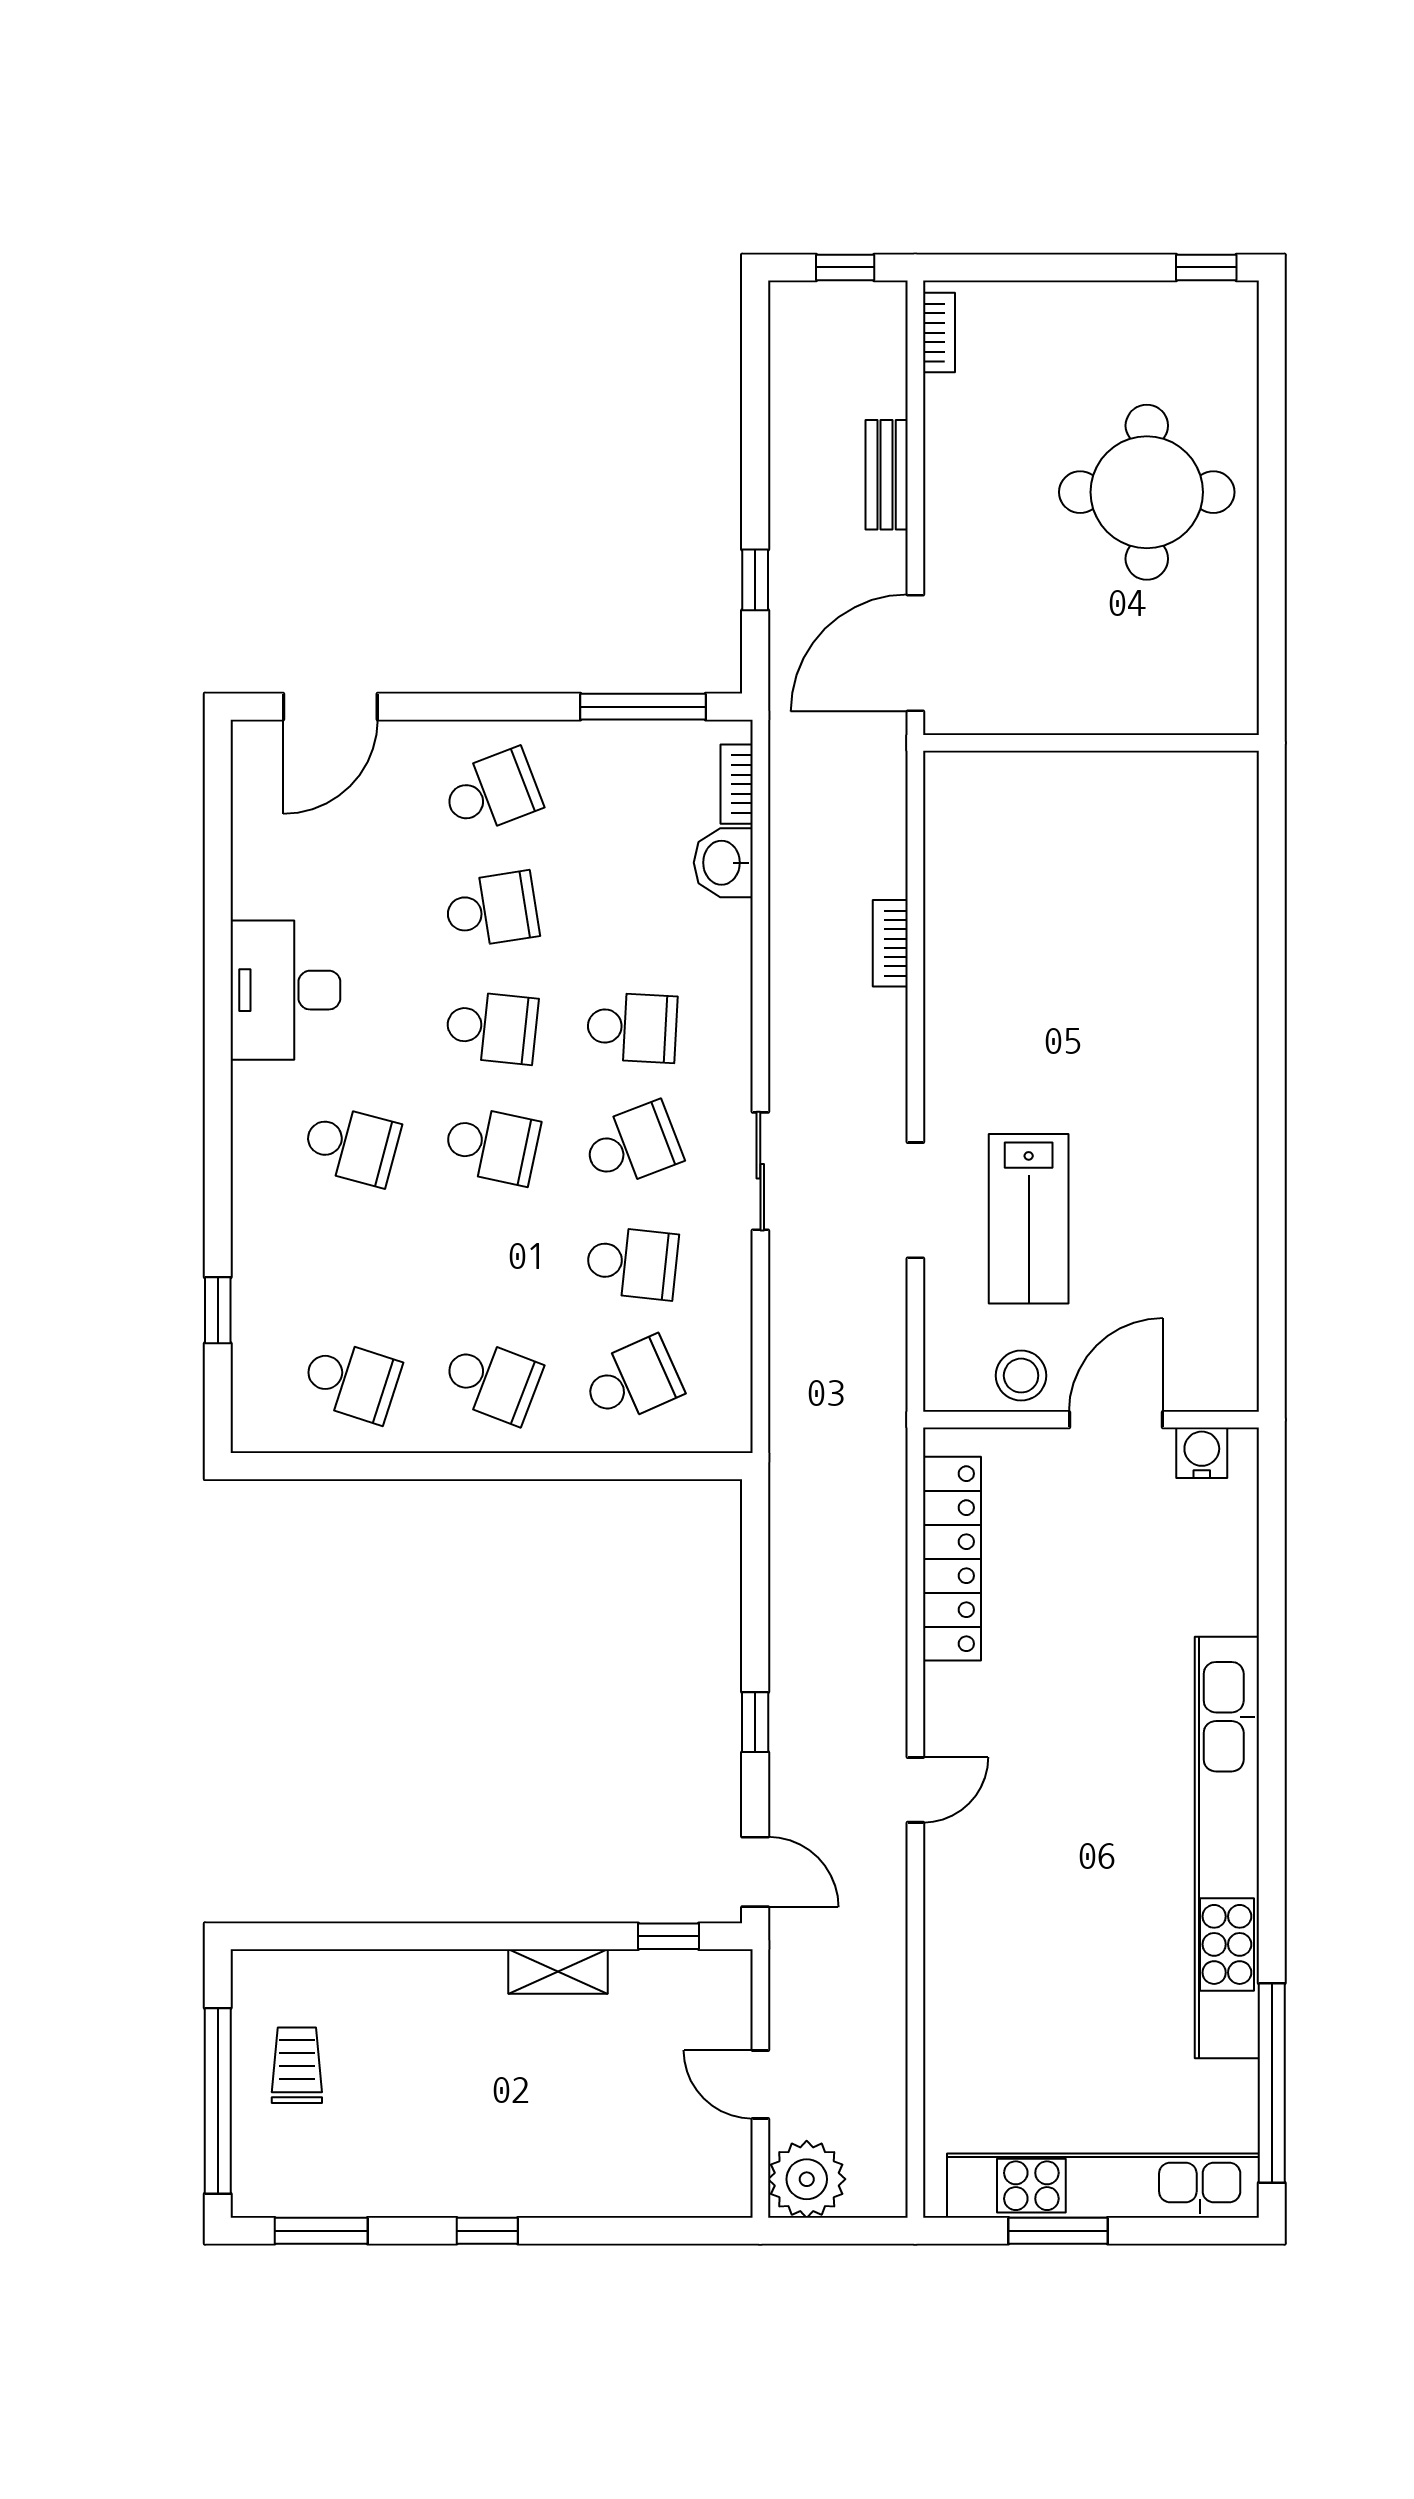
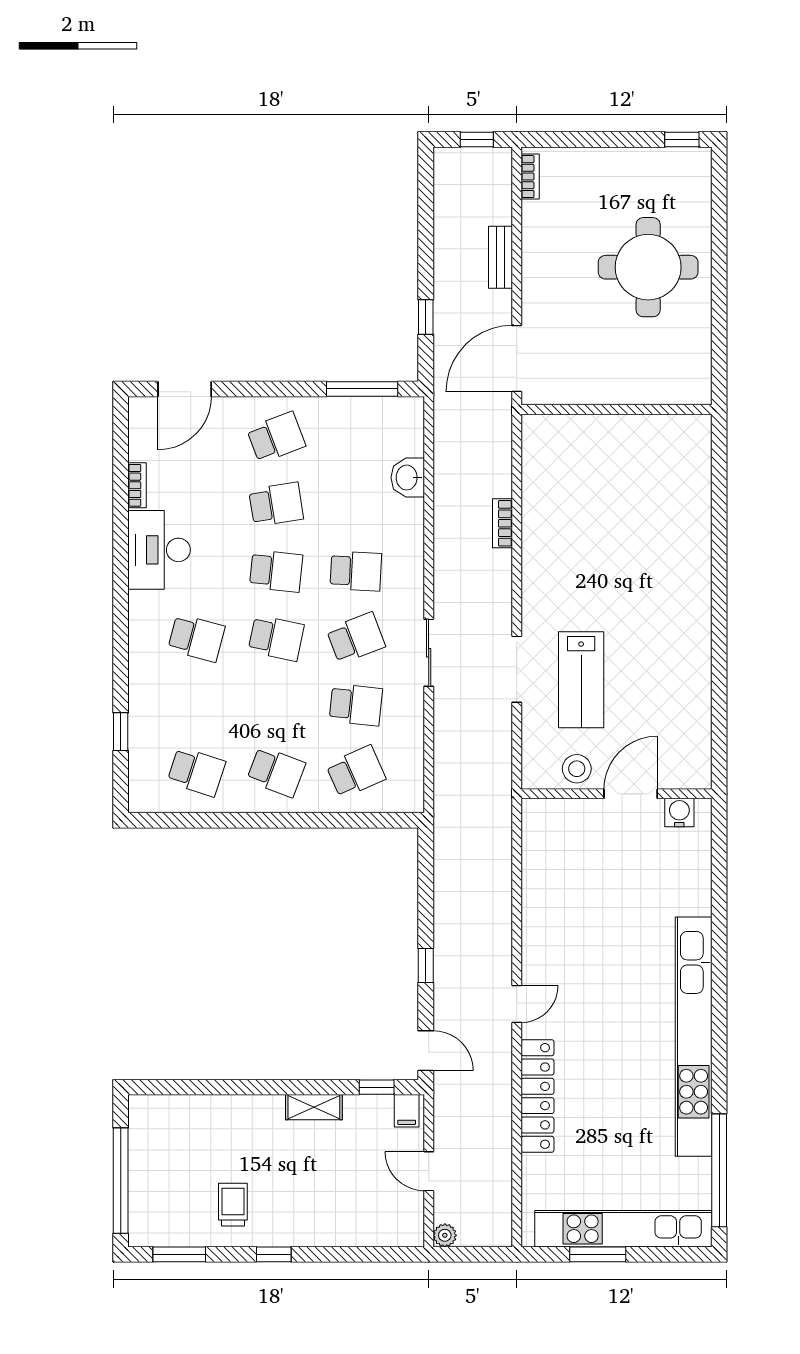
bookcase: (737, 784) -> (137, 485), moved, turned 180
locker: (952, 1559) -> (537, 1096), moved
filing cabinet: (722, 1978) -> (407, 1111), added
trolley: (297, 2065) -> (233, 1205), moved
plant: (807, 2179) -> (445, 1235), width x0.53, depth x0.53

